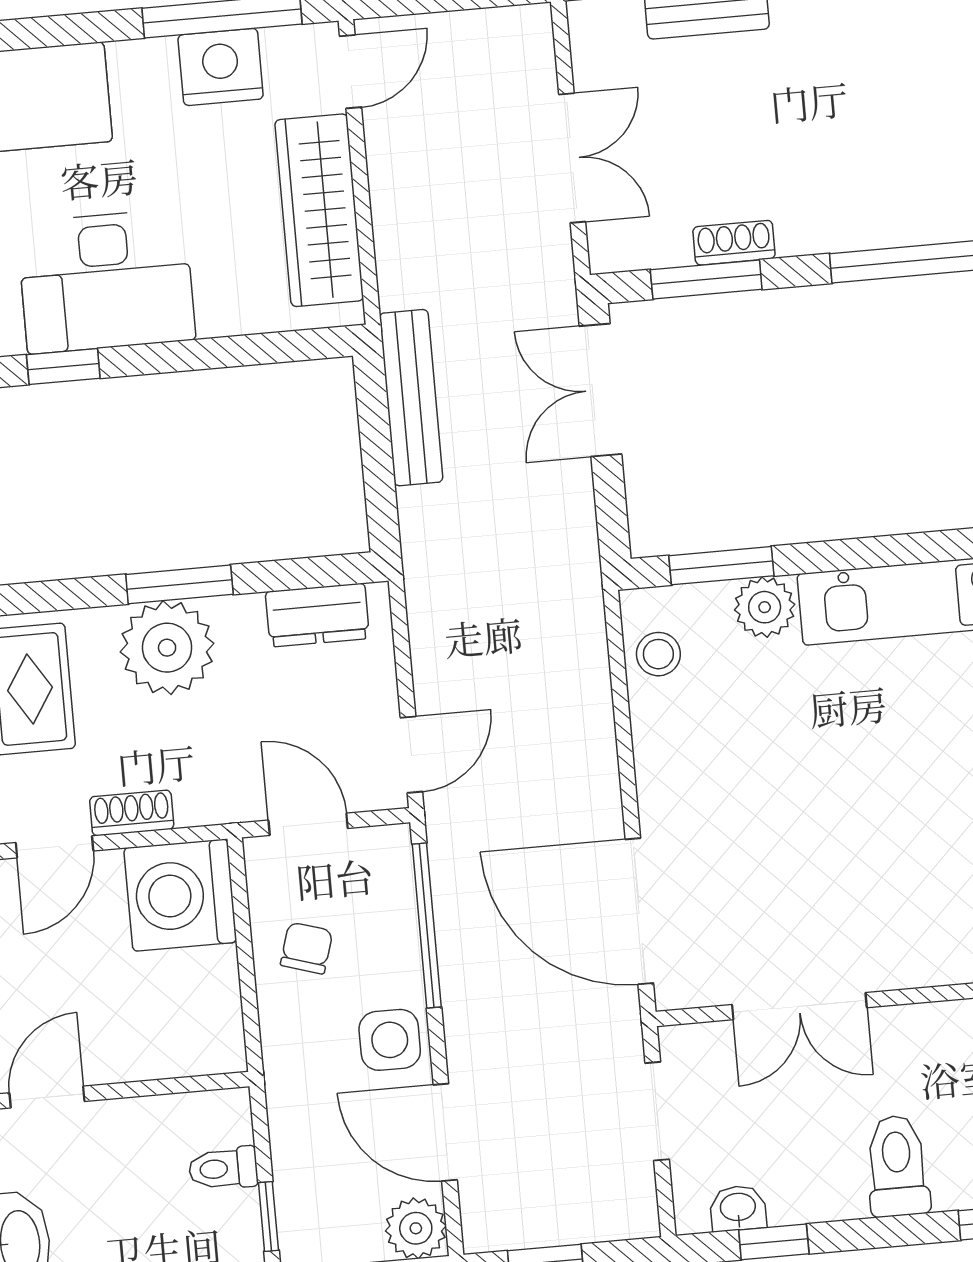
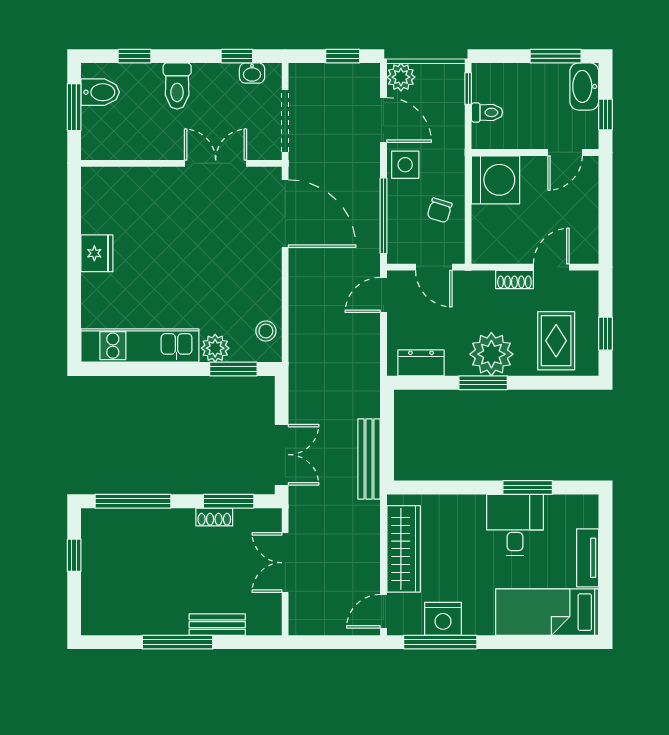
desk: (106, 281) -> (515, 525), width x0.73
window: (63, 367) -> (528, 488), width x1.50
washing machine: (180, 895) -> (495, 180), moved
doorway: (657, 1111) -> (285, 121), width x1.38

